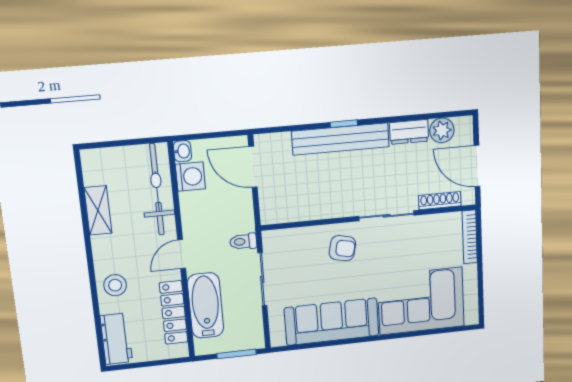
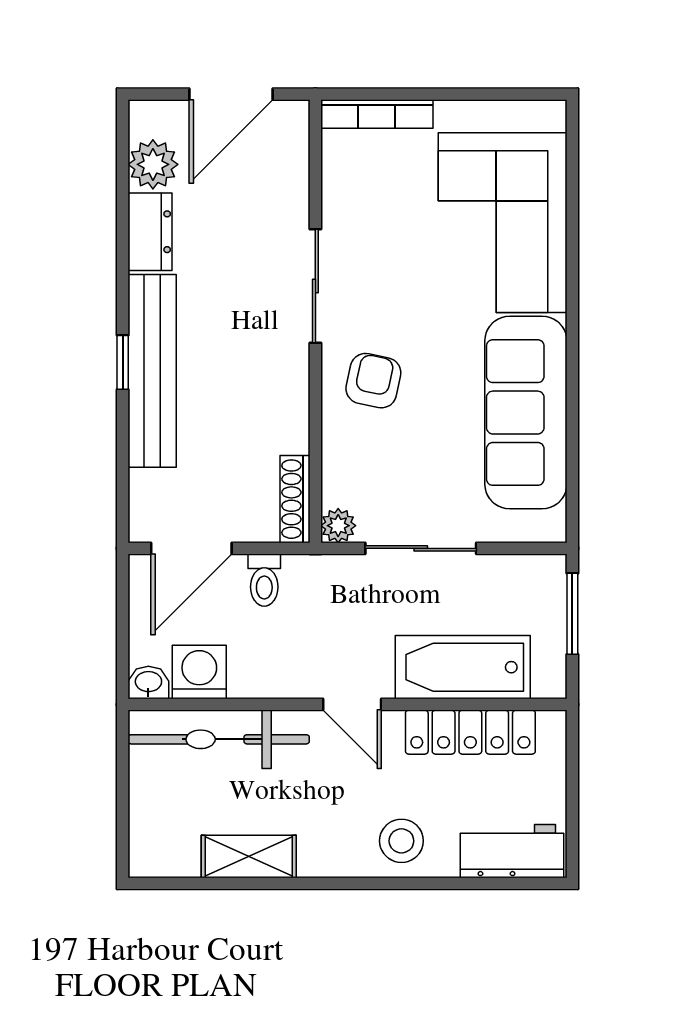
shoe rack: (440, 201) -> (295, 499), moved
plant: (270, 238) -> (338, 526), added
toilet: (243, 242) -> (264, 580), moved

